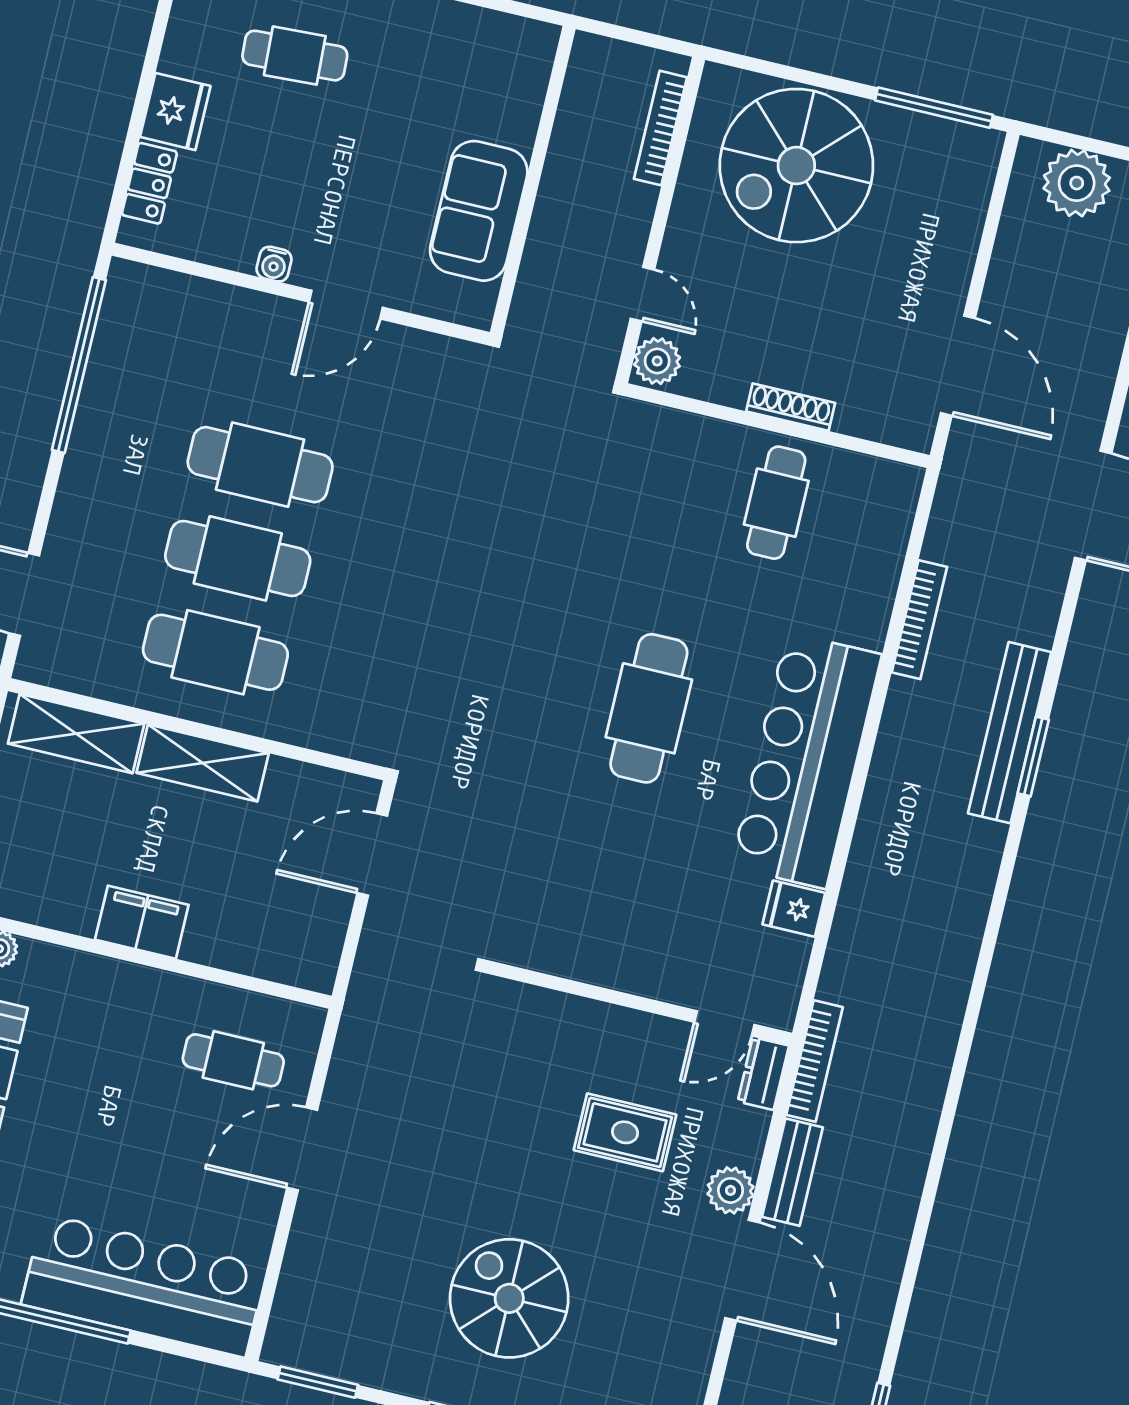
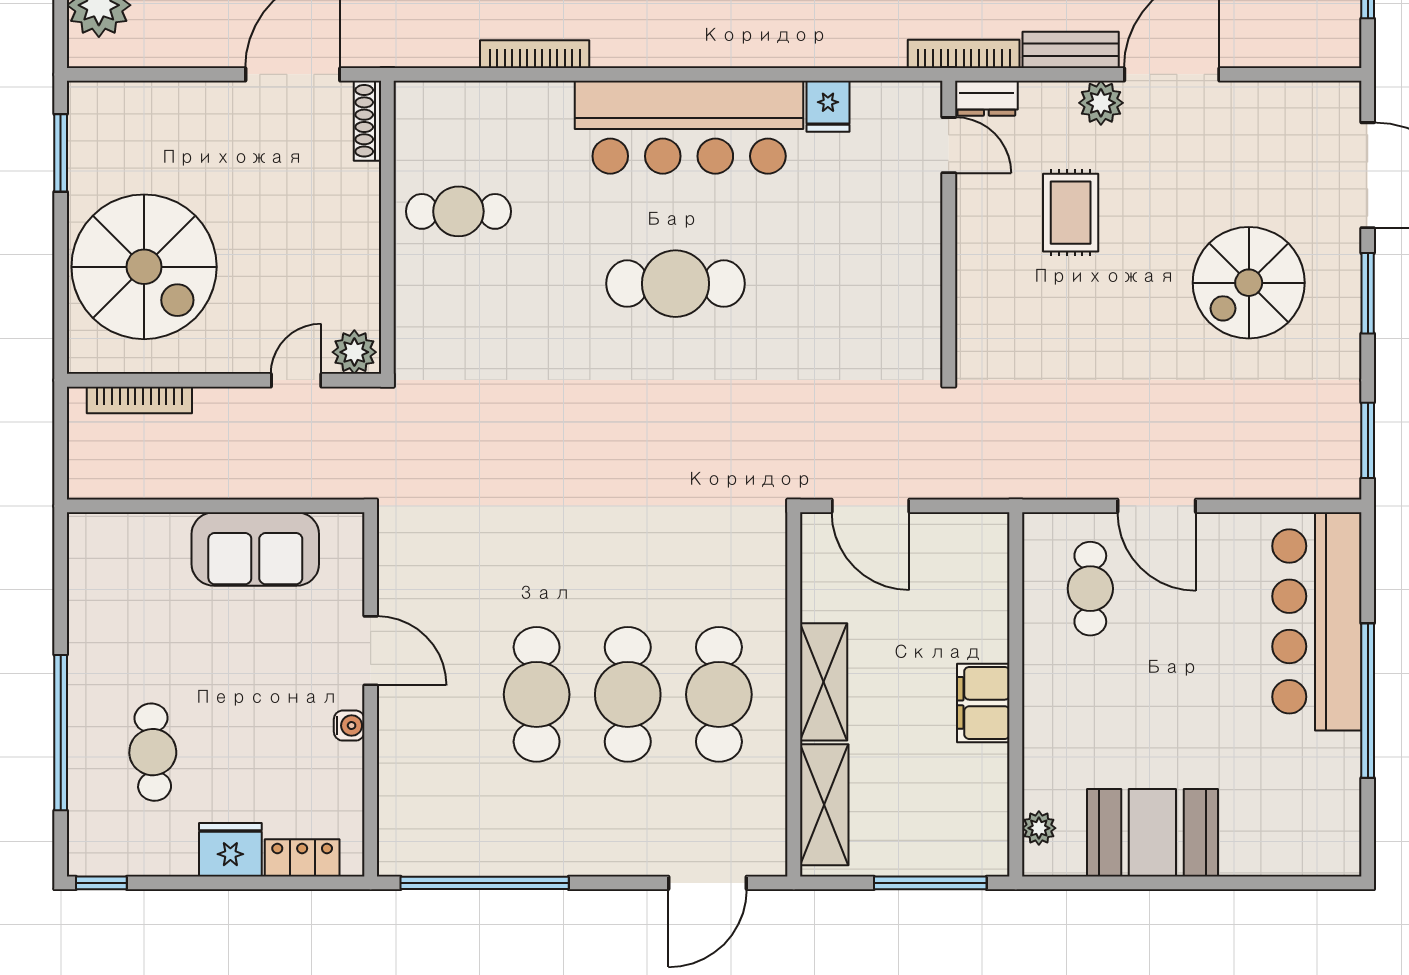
window: (934, 108) -> (61, 153), width x0.69
shoe rack: (791, 407) -> (367, 121), moved

